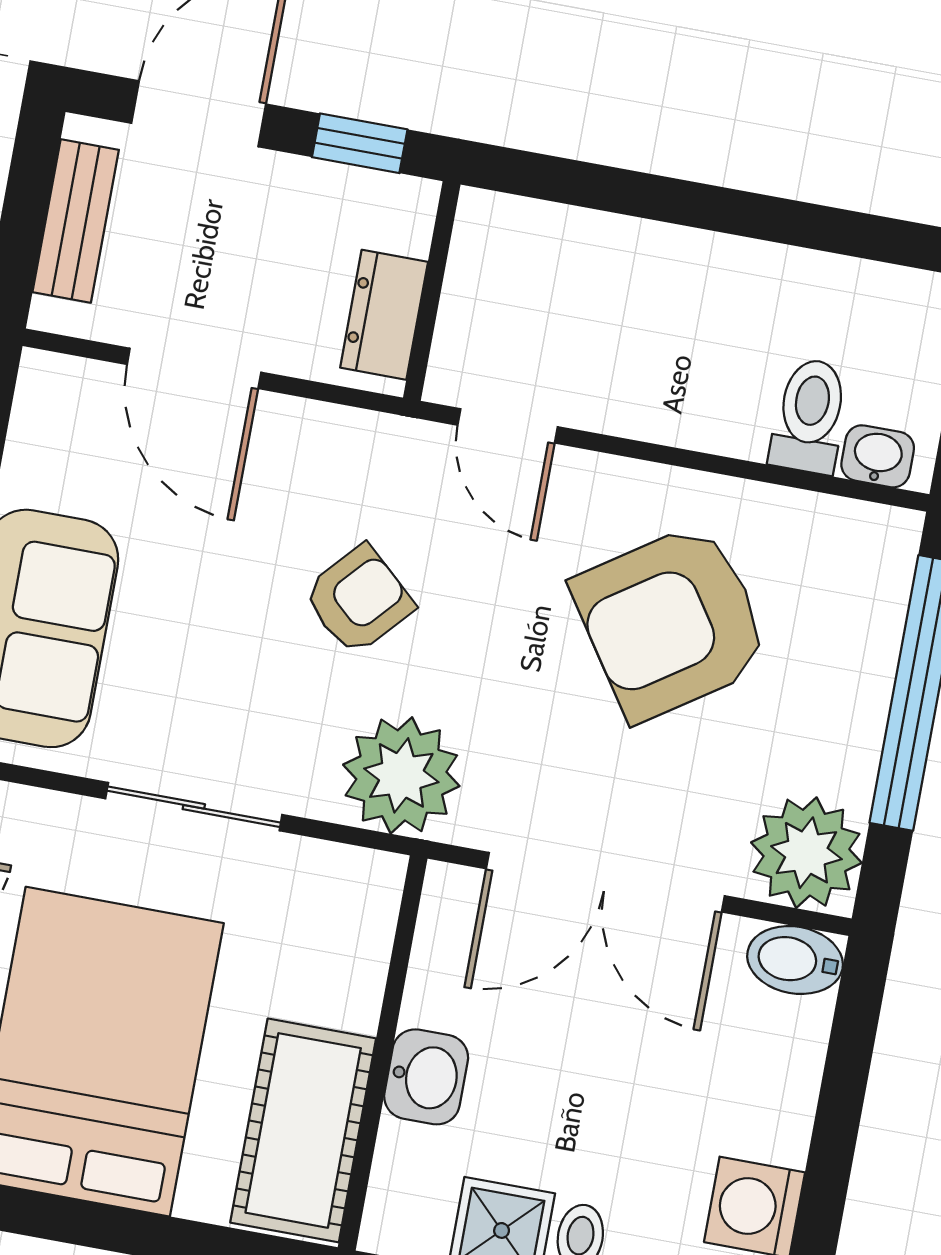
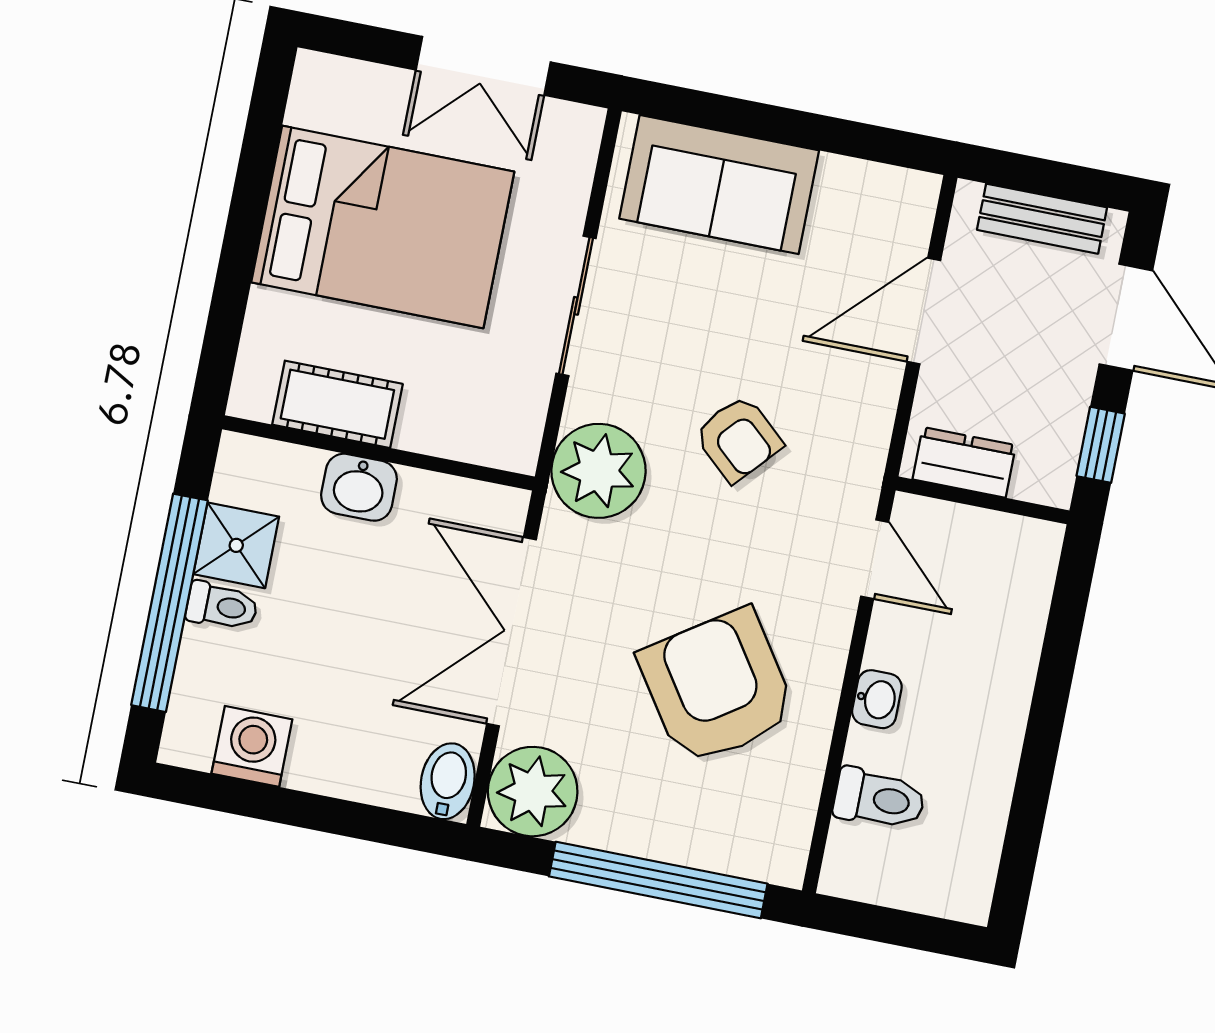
door: (508, 426) -> (875, 559), swing flipped
washbasin: (878, 456) -> (877, 699), moved
cot: (303, 1130) -> (337, 404), width x0.73, depth x0.75

